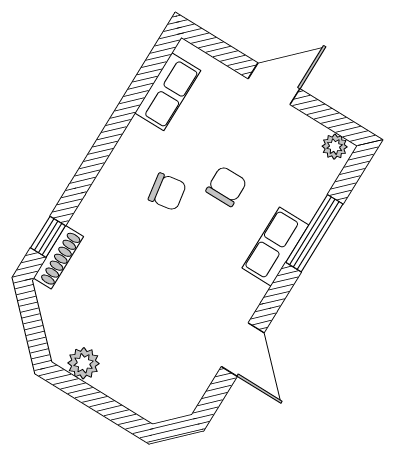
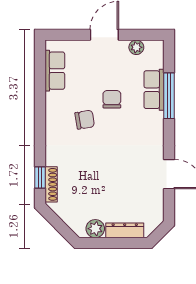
plant: (335, 147) -> (136, 47), moved
row of seats: (275, 247) -> (154, 90), moved
dresser: (126, 393) -> (125, 230), added

